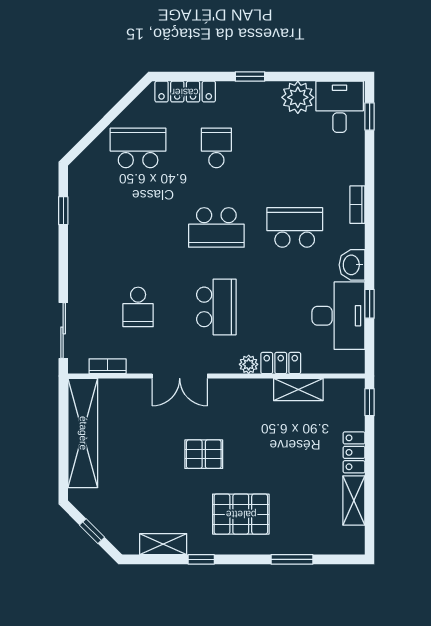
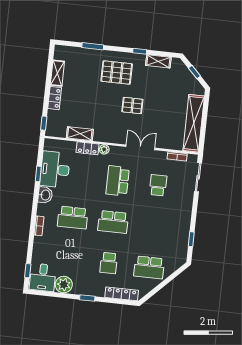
school desk: (216, 227) -> (113, 222), turned 180

